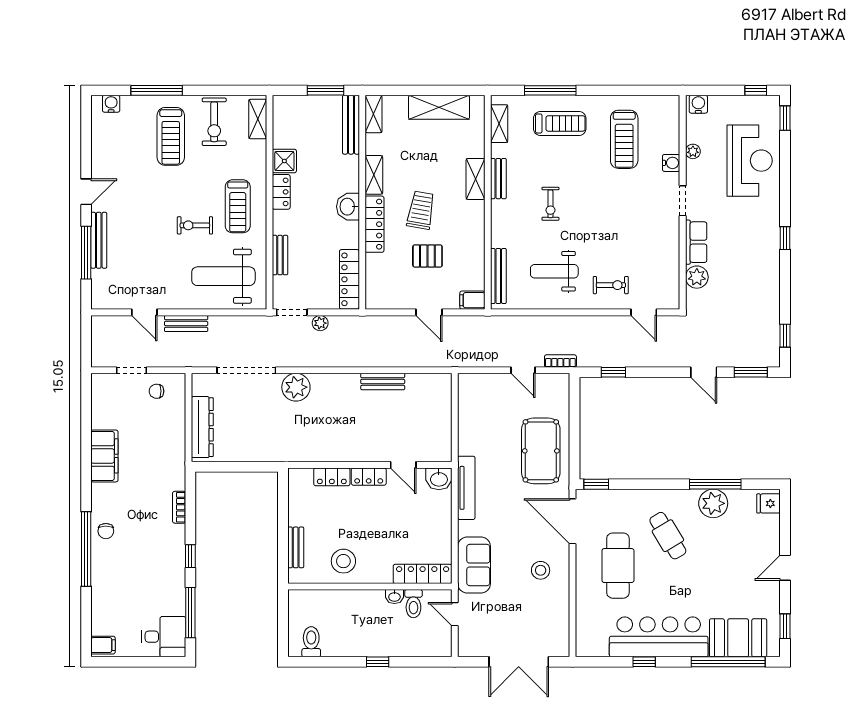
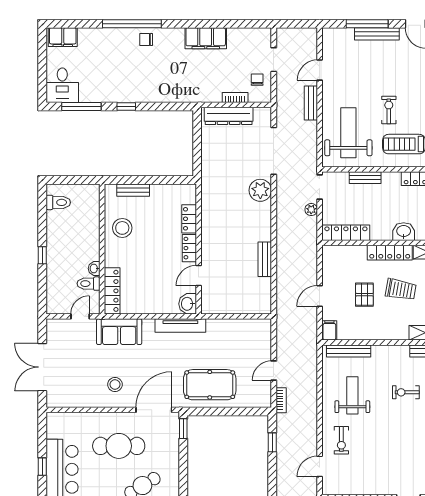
bookcase: (179, 507) -> (235, 98), moved
filing cabinet: (103, 645) -> (63, 37), width x2.00

